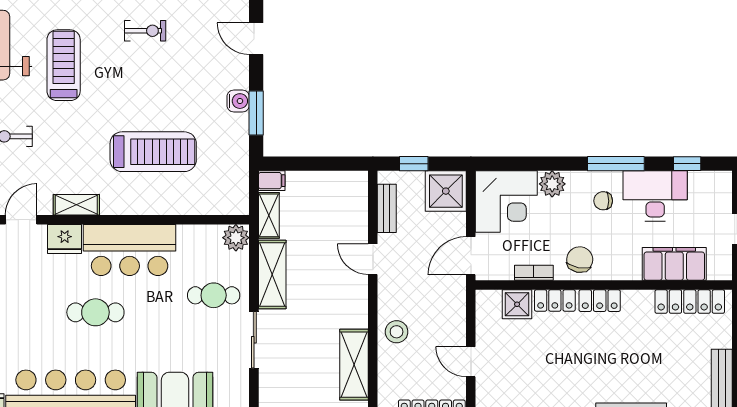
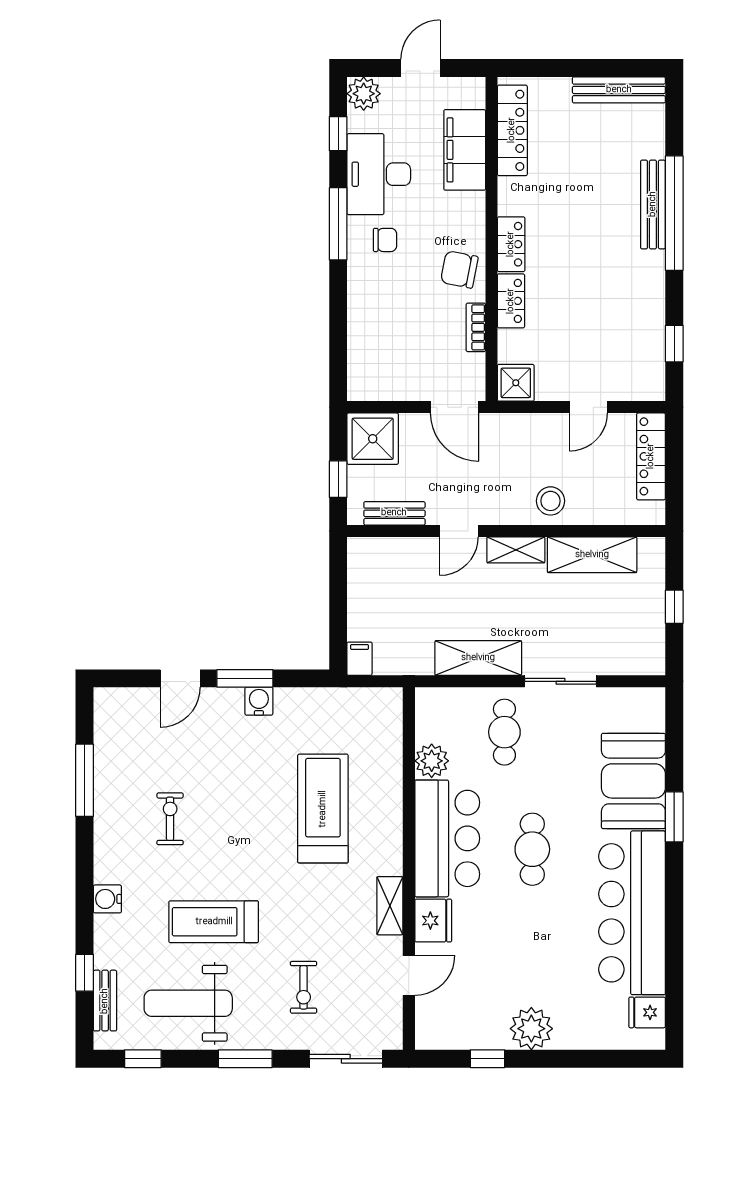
window: (256, 113) -> (245, 678), moved
plant: (552, 184) -> (364, 94), moved
chair: (603, 201) -> (385, 240), turned -90
corner desk: (506, 202) -> (386, 362), removed
shelving: (269, 215) -> (516, 550), moved
door: (21, 220) -> (409, 975), swing flipped
plant: (236, 238) -> (432, 761), moved
shower: (517, 304) -> (516, 383), moved
cafe table: (95, 312) -> (532, 849), moved

